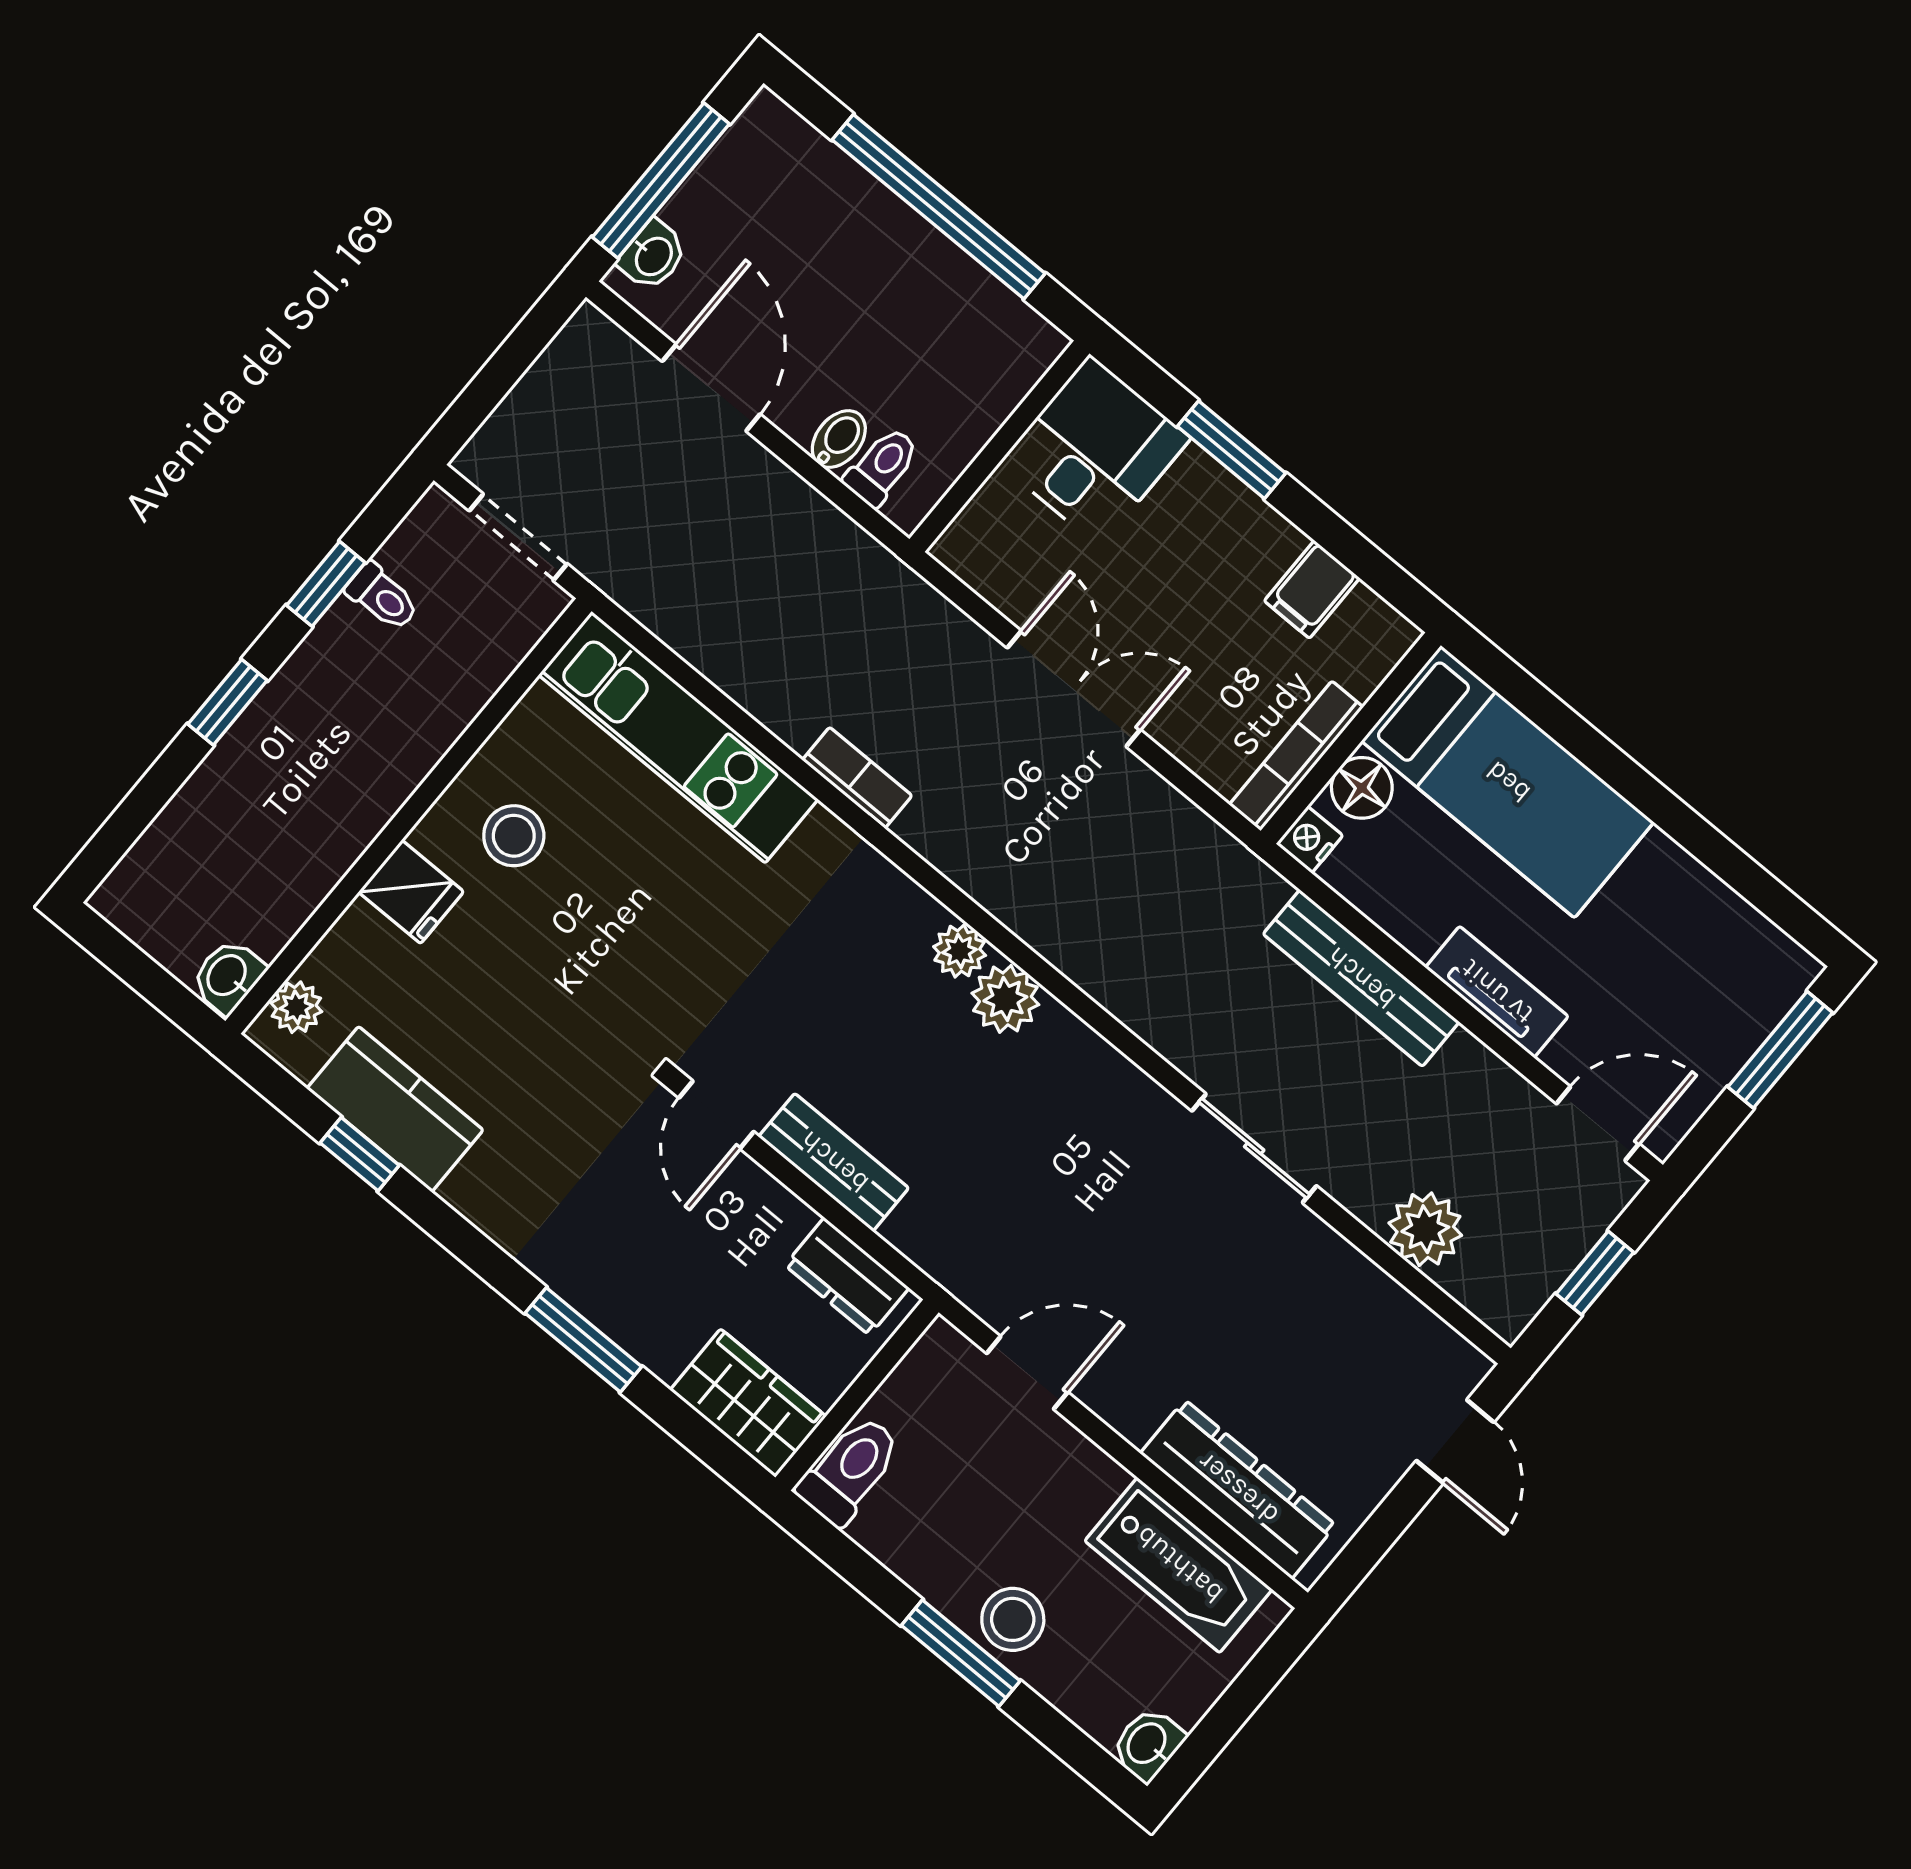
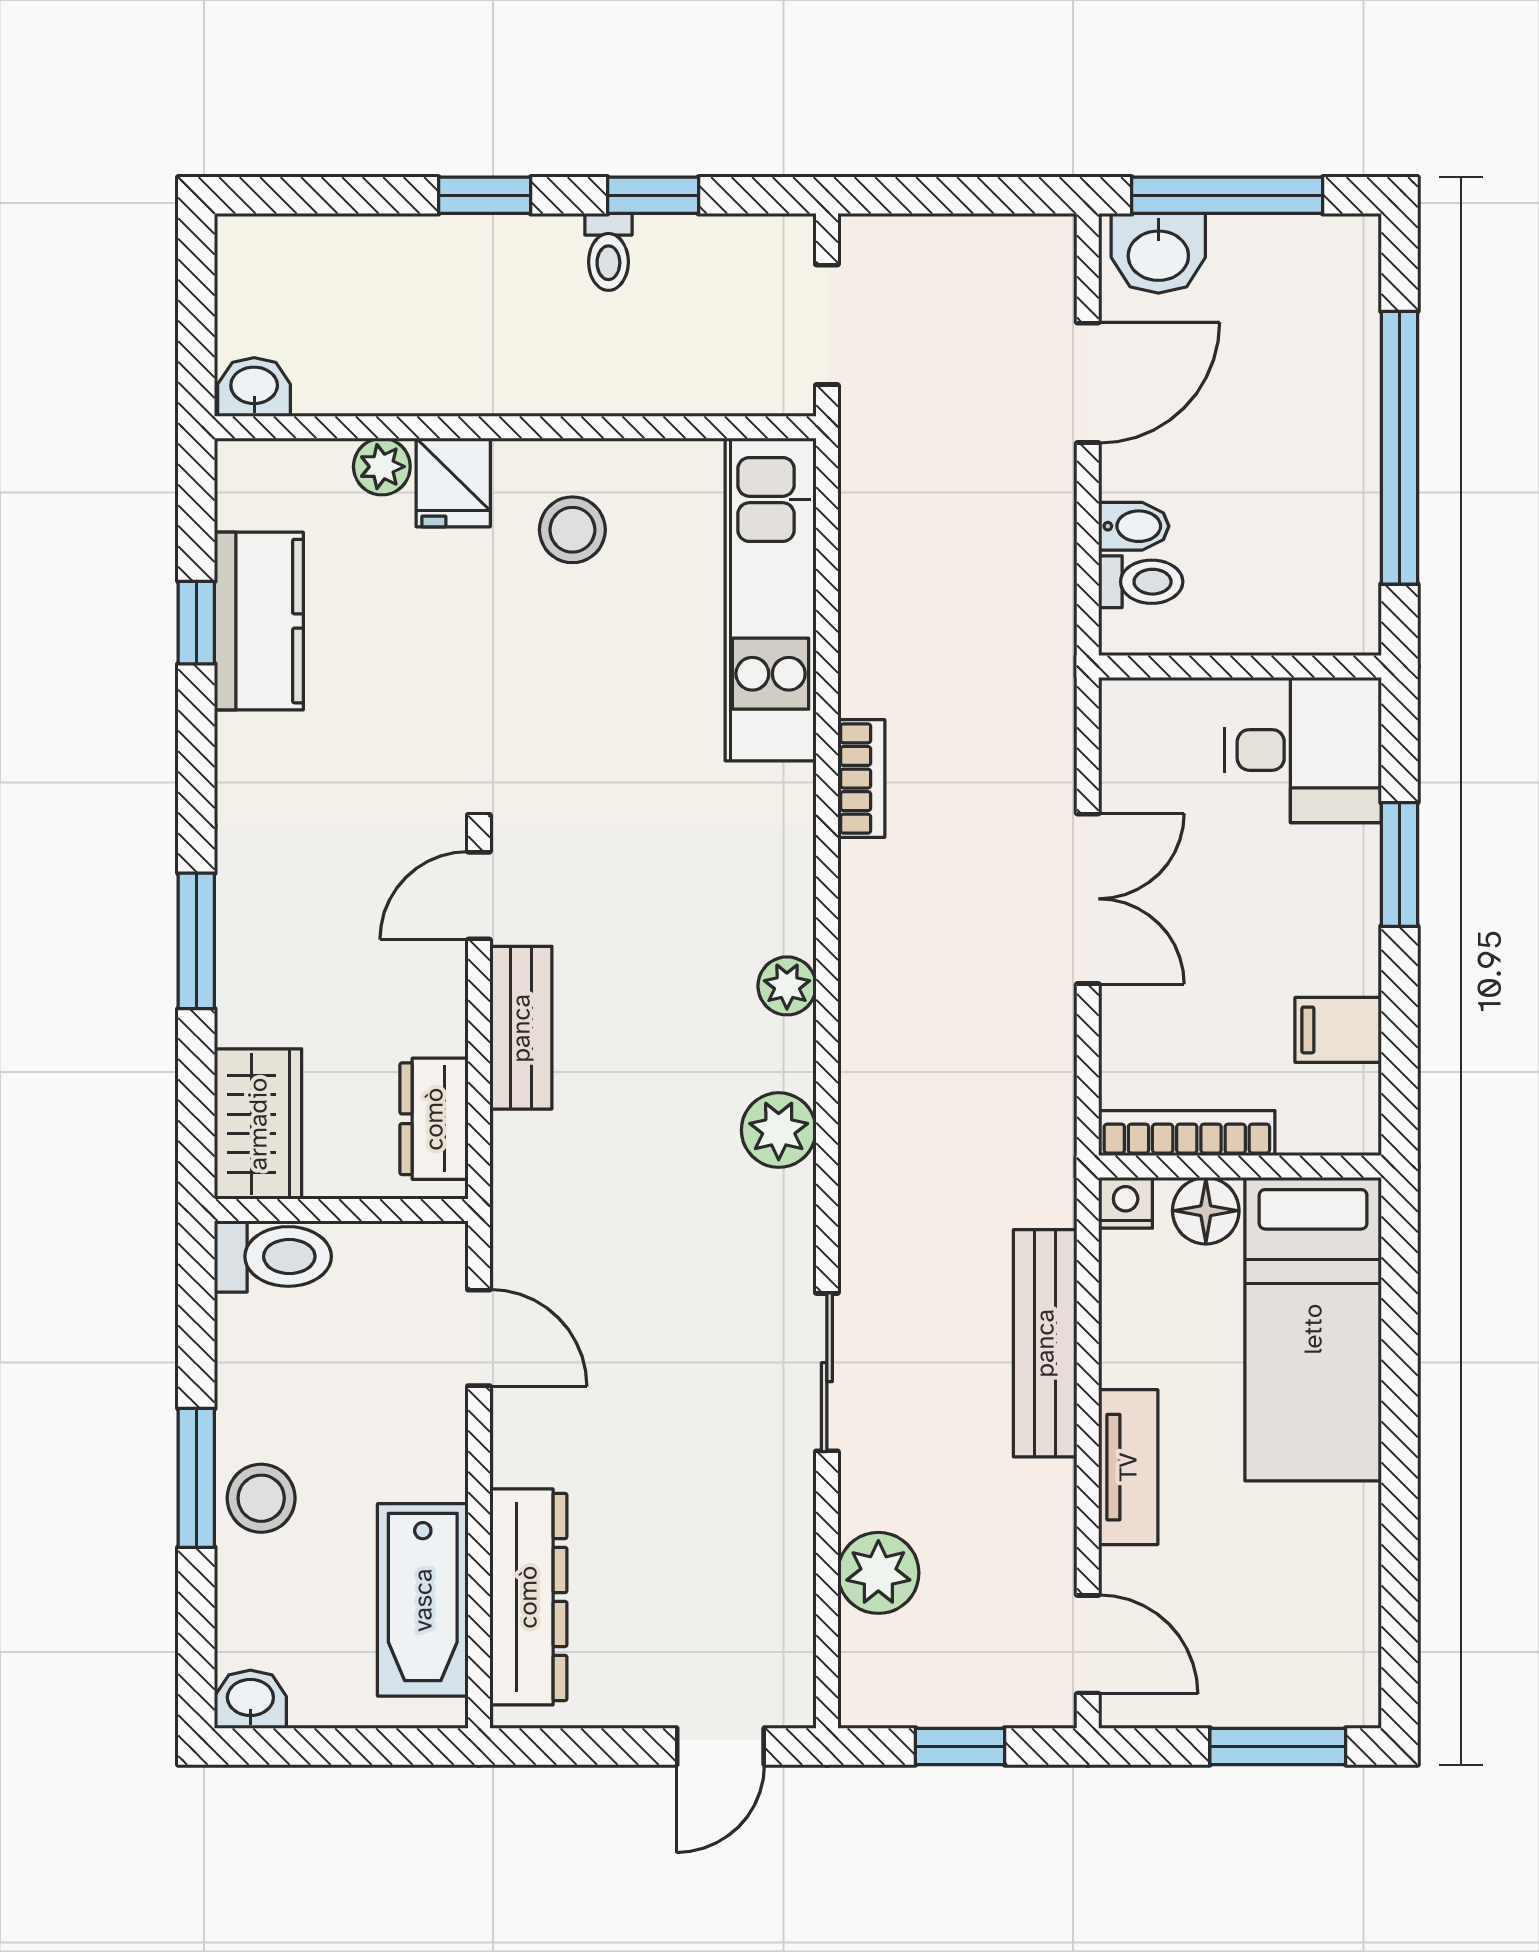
washbasin: (653, 255) -> (1158, 253), width x1.38, depth x1.45
toilet: (382, 597) -> (608, 252), moved
plant: (1005, 999) -> (779, 1130), moved
plant: (296, 1007) -> (382, 467), moved

